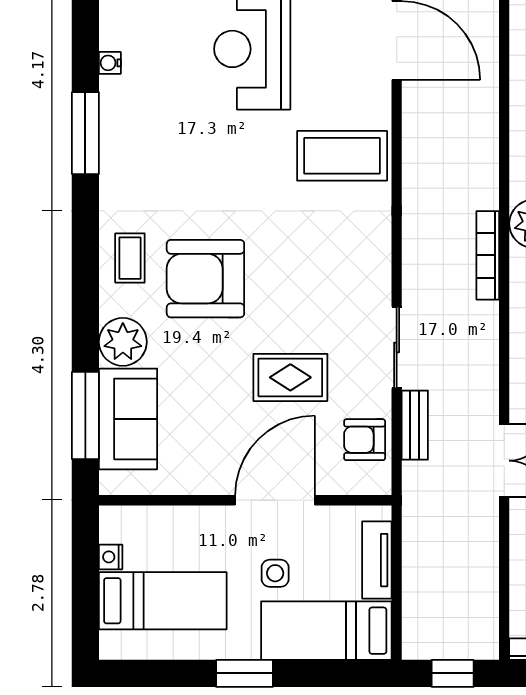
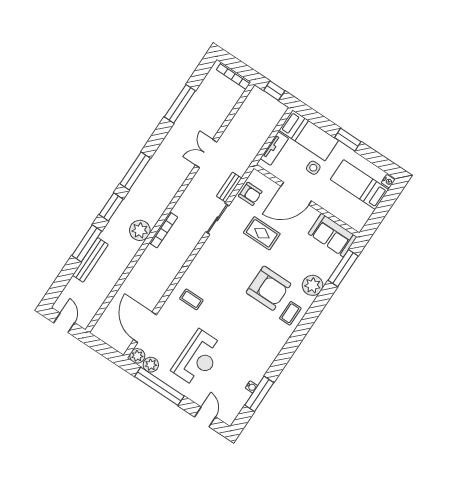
window: (85, 133) -> (259, 394), moved
coffee table: (342, 156) -> (191, 299), width x0.54, depth x0.58
sofa: (128, 419) -> (332, 235), moved, turned -90
nightstand: (111, 557) -> (388, 181), moved

